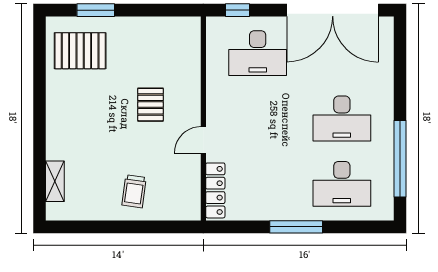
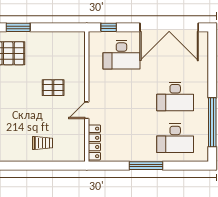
pallet: (151, 105) -> (53, 88), turned 90
trolley: (134, 191) -> (43, 143), turned -98

